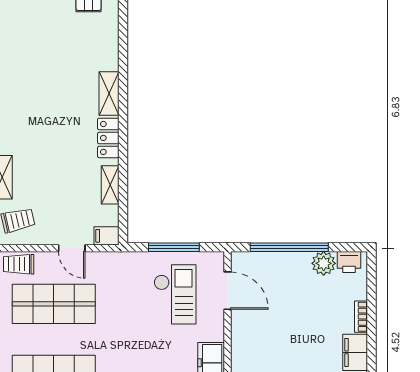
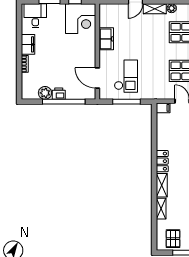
shelving: (110, 185) -> (161, 209), moved
printer: (349, 262) -> (59, 94), moved
checkout: (175, 294) -> (126, 76), turned 180

